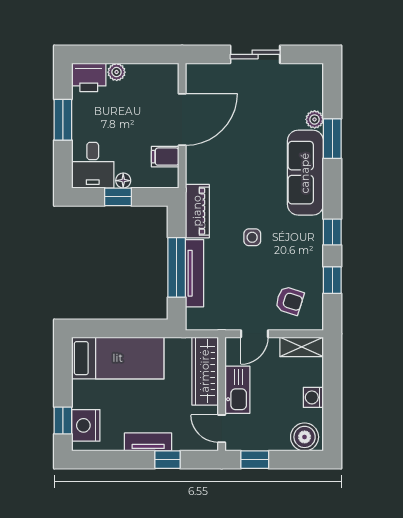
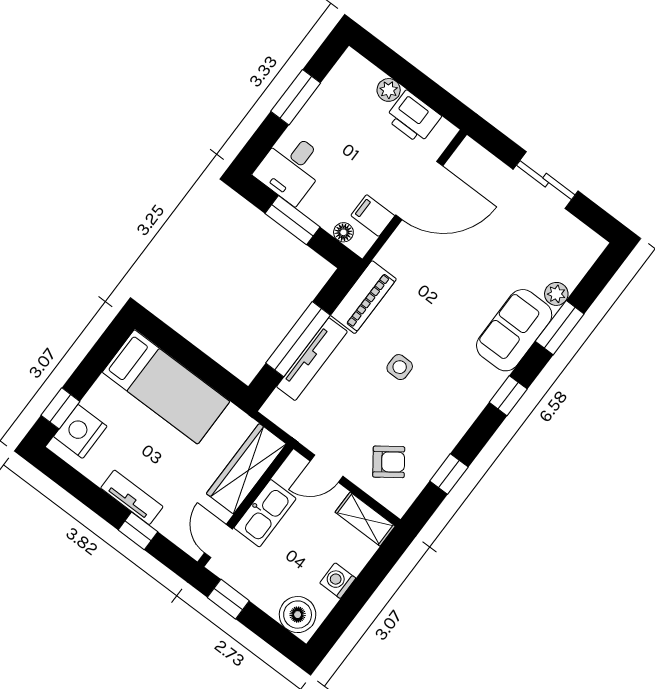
printer: (89, 77) -> (413, 117), moved
sofa: (305, 173) -> (514, 330), width x0.73
floor lamp: (123, 181) -> (343, 232), moved
window: (118, 197) -> (292, 220), width x1.50
window: (332, 232) -> (508, 396), moved
armchair: (290, 301) -> (389, 462), turned -54

